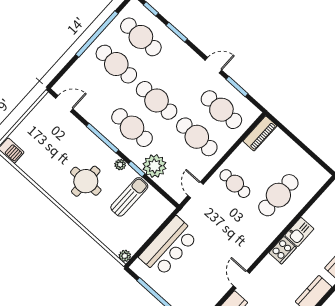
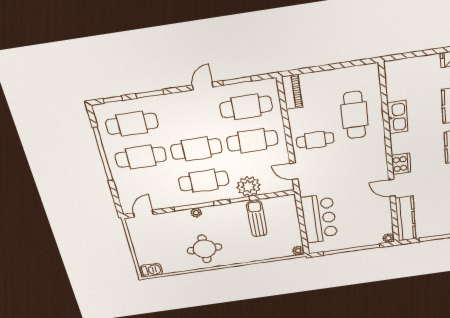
plant: (120, 165) -> (196, 213), moved
round table: (86, 181) -> (204, 249), moved
kitchen sink: (299, 232) -> (398, 117), width x1.38
cooker: (283, 250) -> (401, 164), moved

